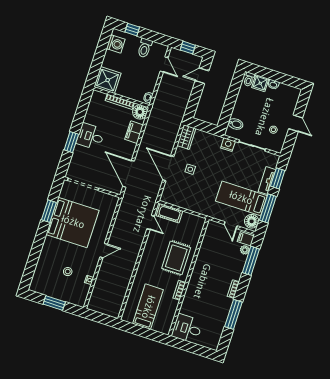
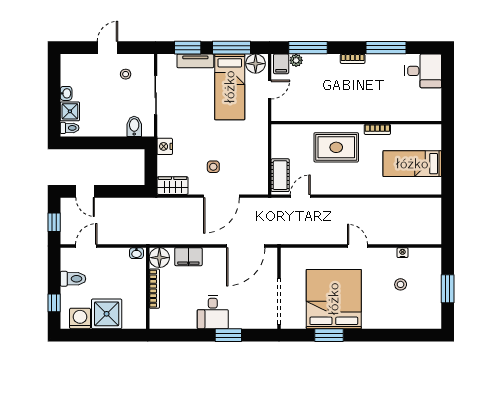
shower: (108, 80) -> (107, 314), moved
nightstand: (228, 145) -> (165, 146), moved
desk: (187, 328) -> (423, 71), moved, turned -90

